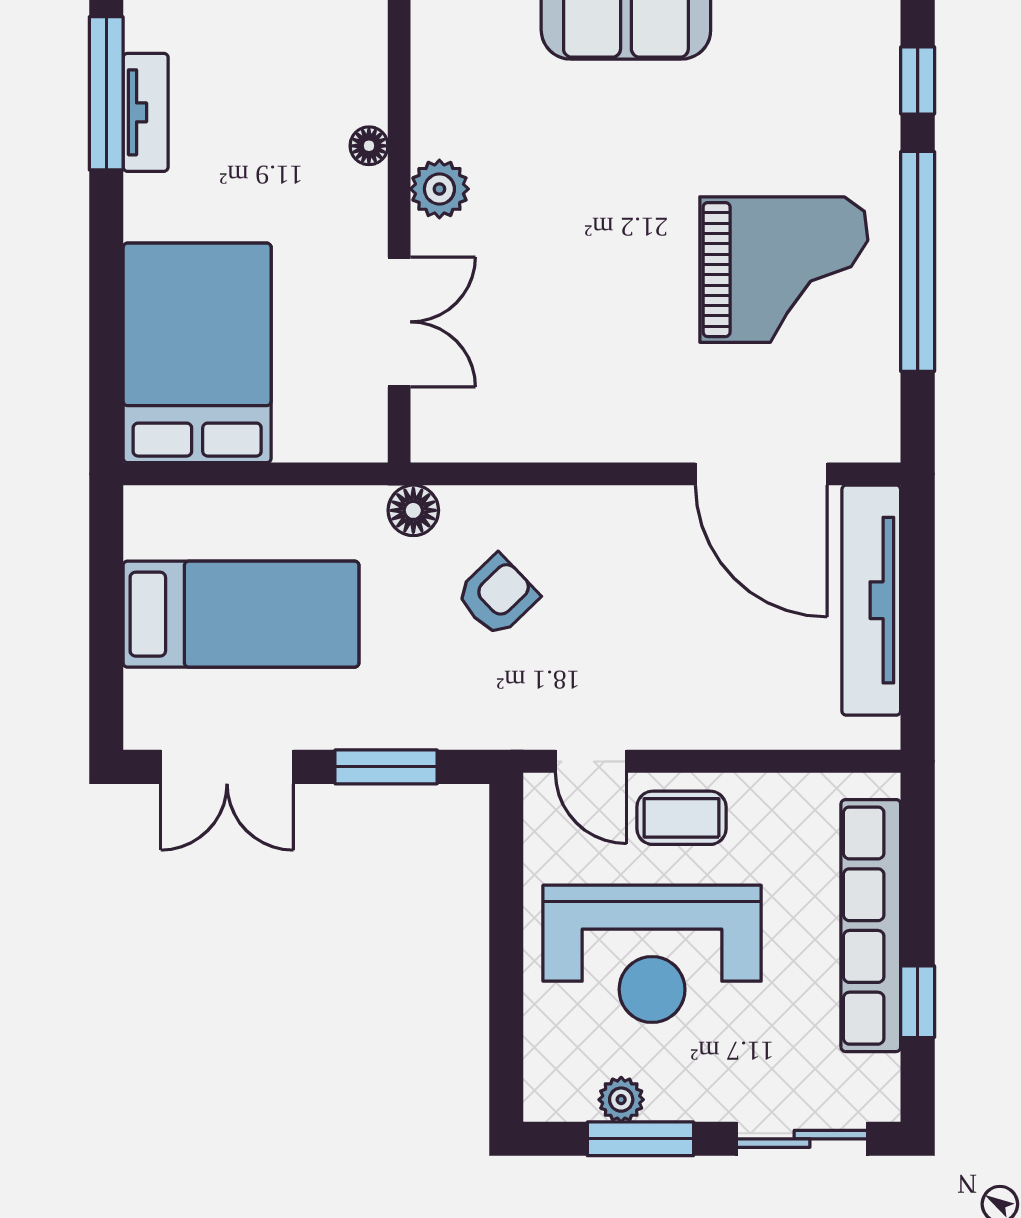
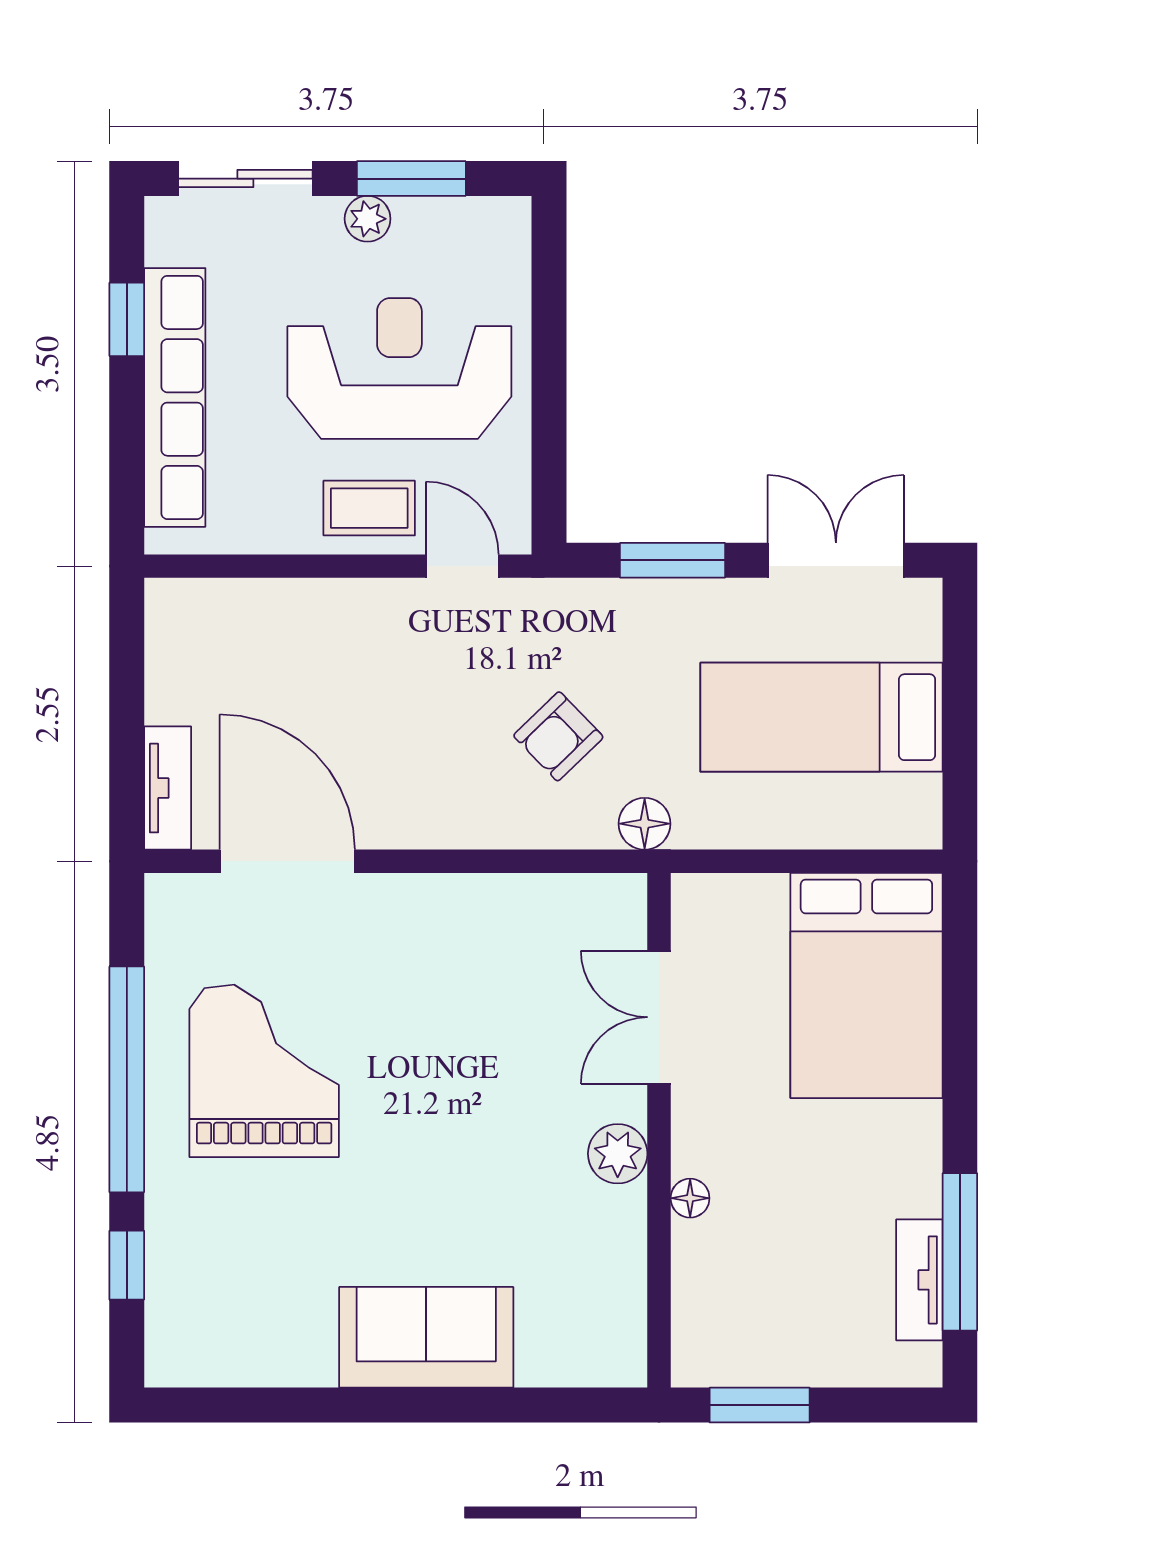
tv unit: (146, 112) -> (919, 1280), moved
grand piano: (784, 270) -> (264, 1071), turned 90
tv unit: (871, 600) -> (168, 788), width x0.52, depth x0.78
plant: (621, 1100) -> (368, 219), moved

